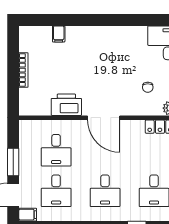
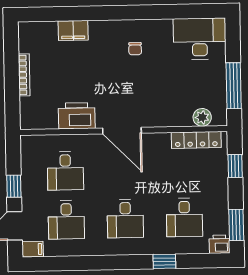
filing cabinet: (59, 34) -> (73, 30), width x2.00
chair: (148, 87) -> (135, 49), moved
window: (13, 162) -> (14, 186), width x0.67

